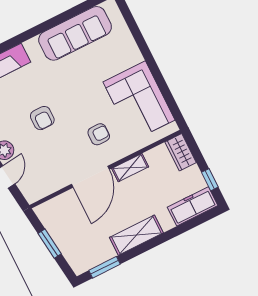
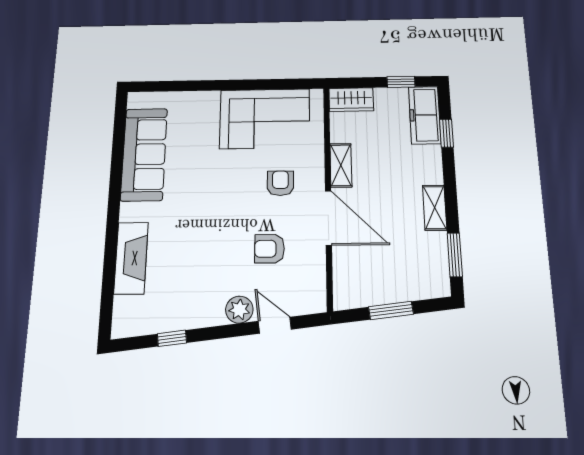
armchair: (42, 118) -> (270, 249), moved, turned 180
window: (186, 226) -> (446, 133), added
shelving: (136, 235) -> (435, 208), width x0.67, depth x0.75

